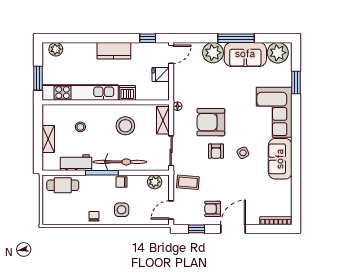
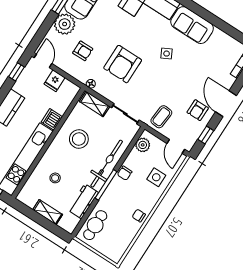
armchair: (216, 151) -> (83, 51), moved
side table: (122, 210) -> (156, 177), moved

